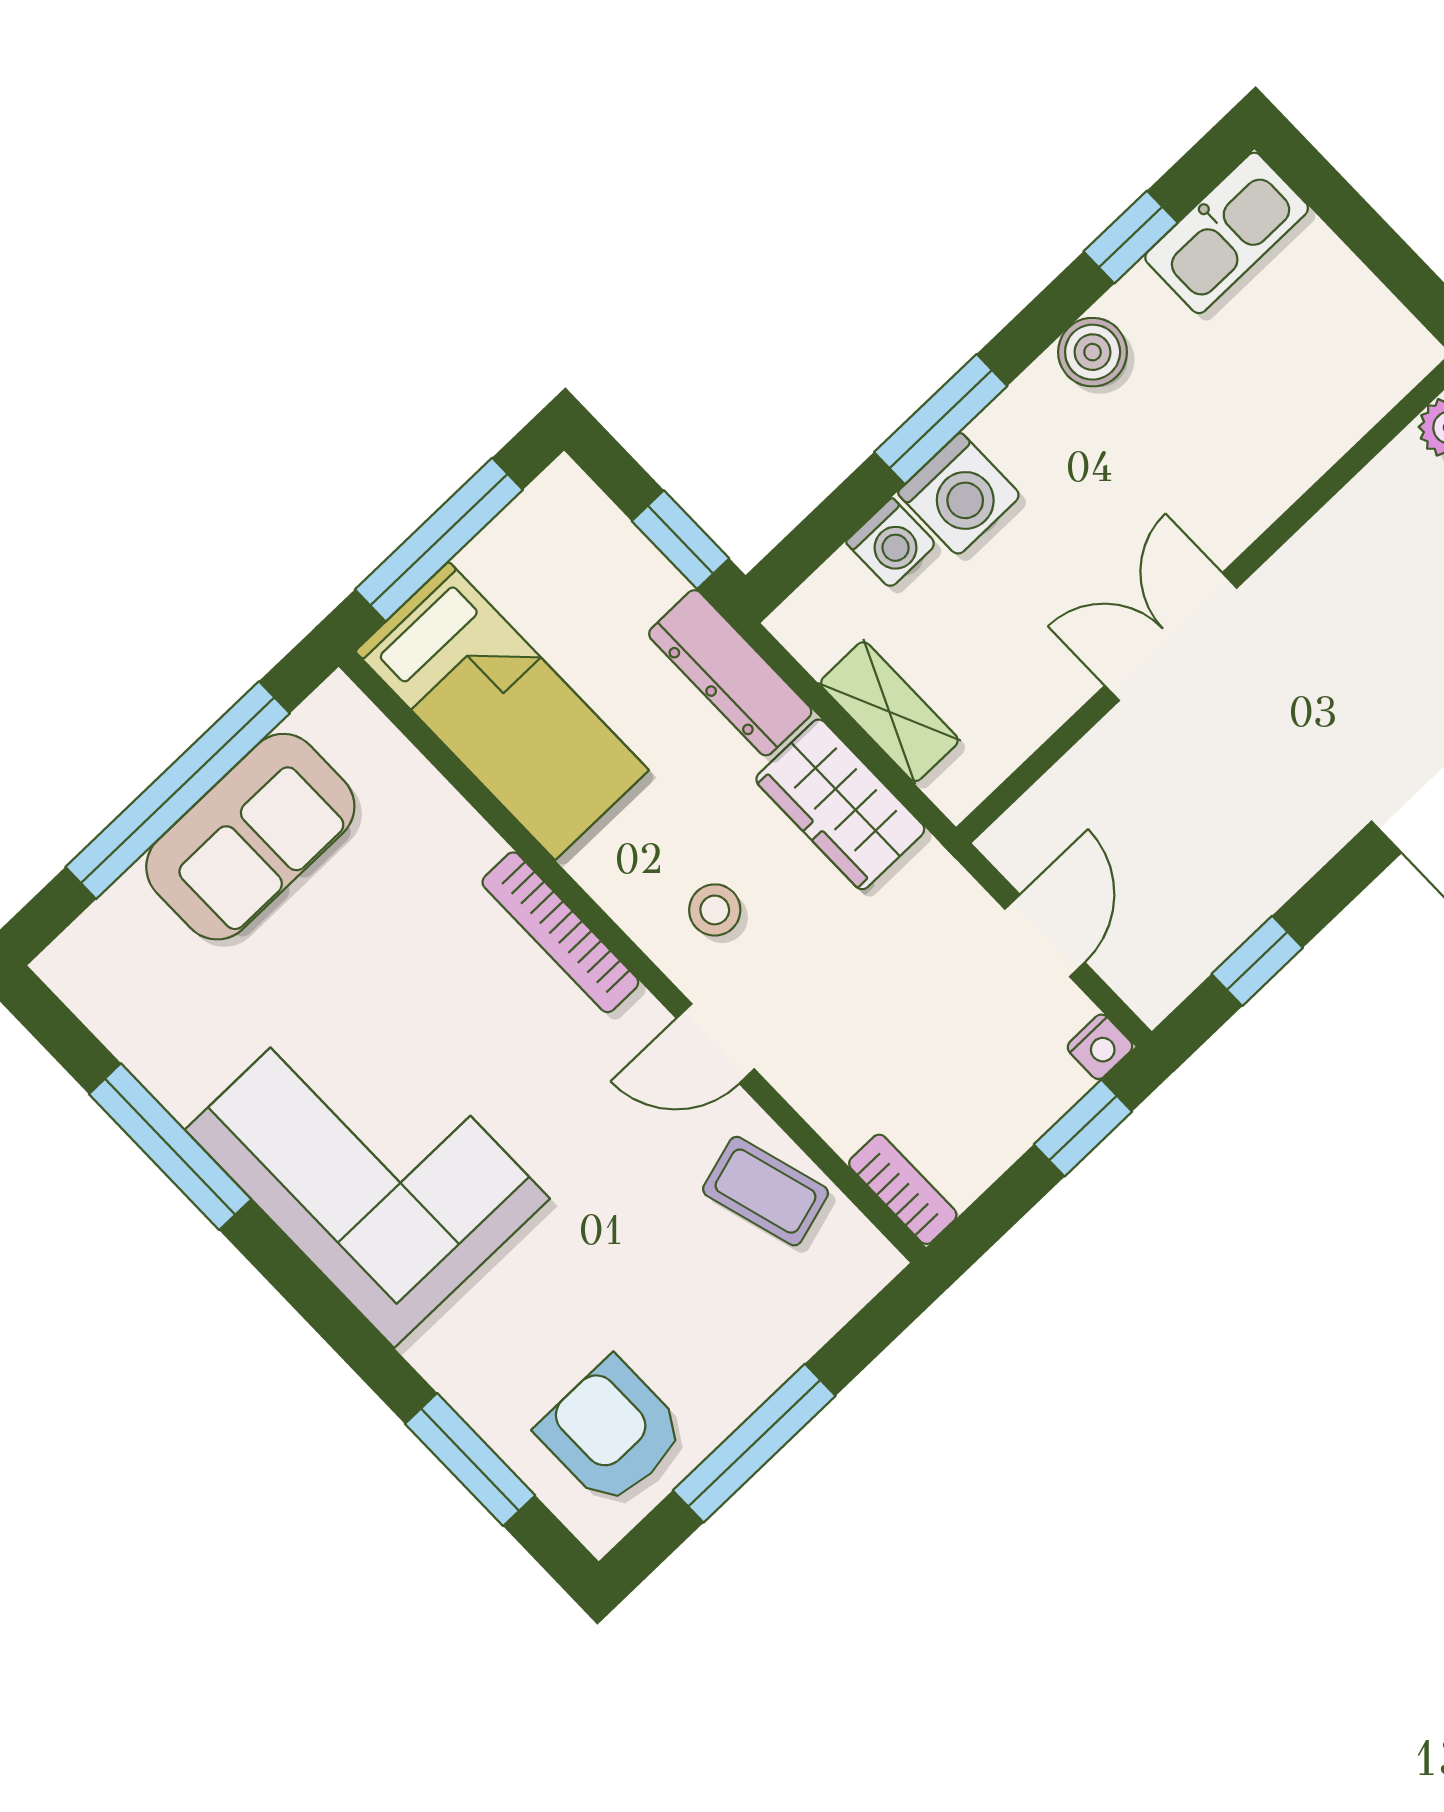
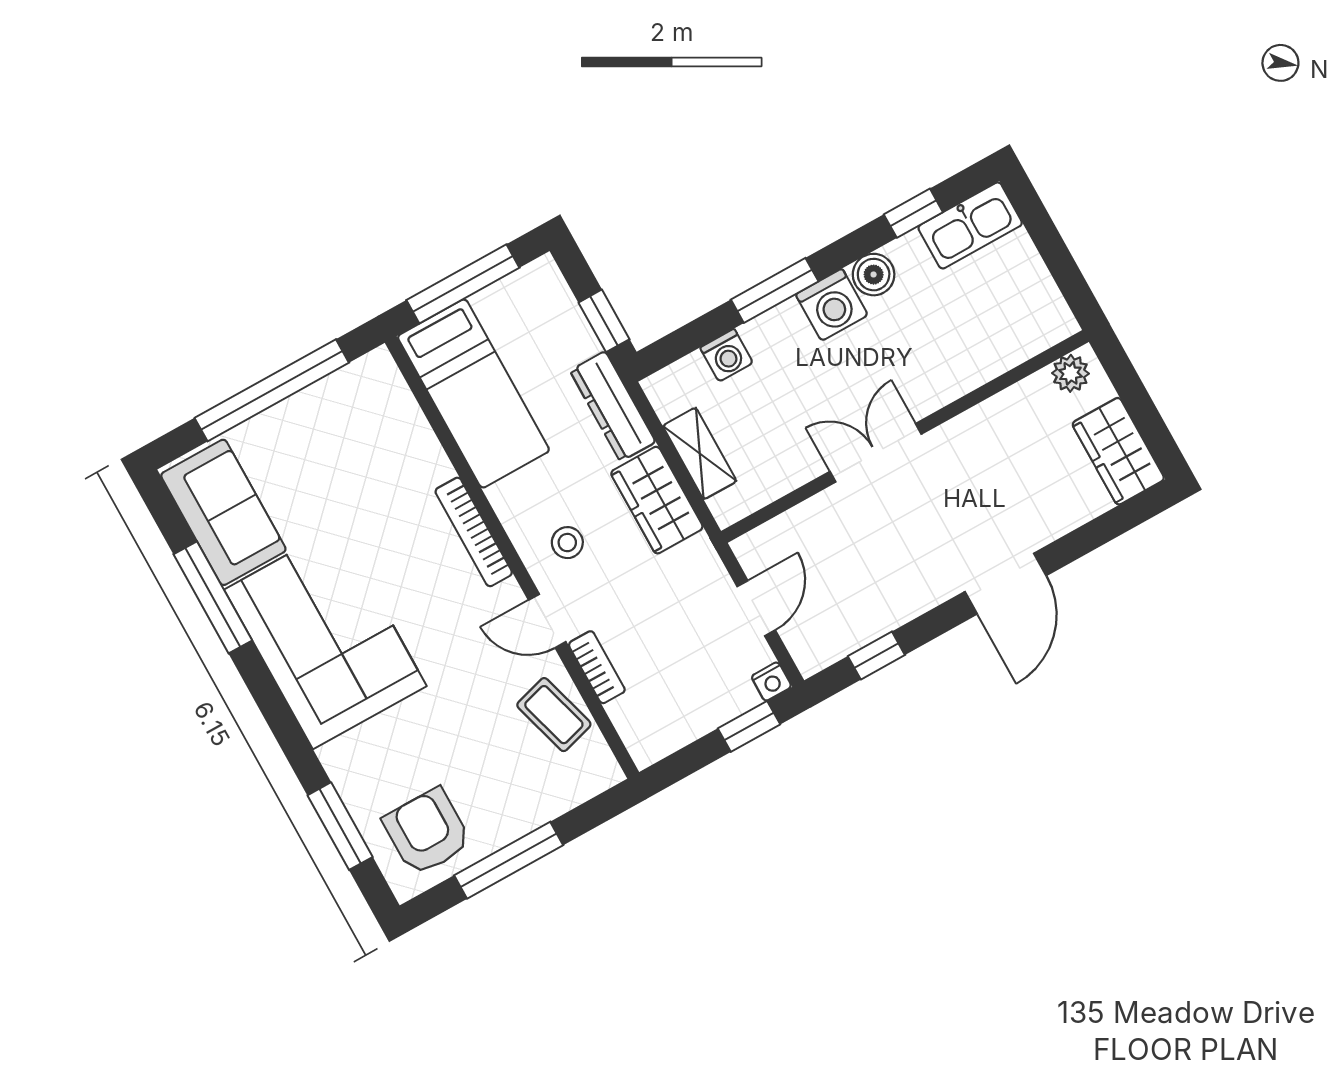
washing machine: (959, 494) -> (832, 305), moved
sofa: (250, 837) -> (223, 512), moved, turned -90
bookcase: (903, 1189) -> (597, 667), moved

